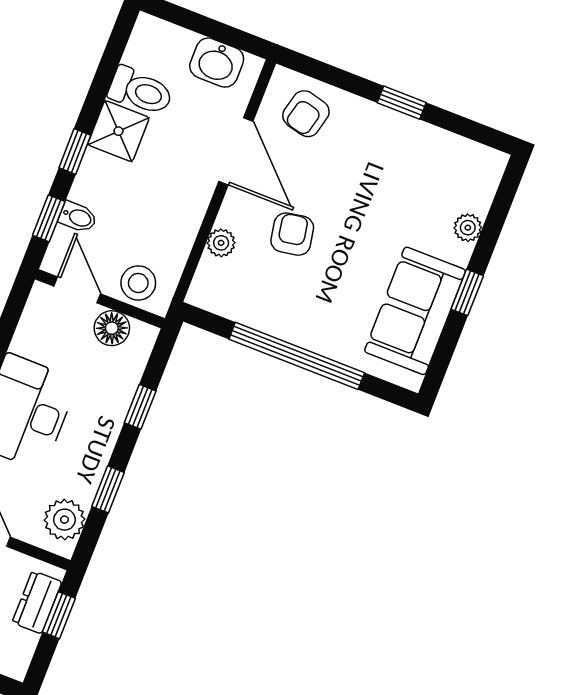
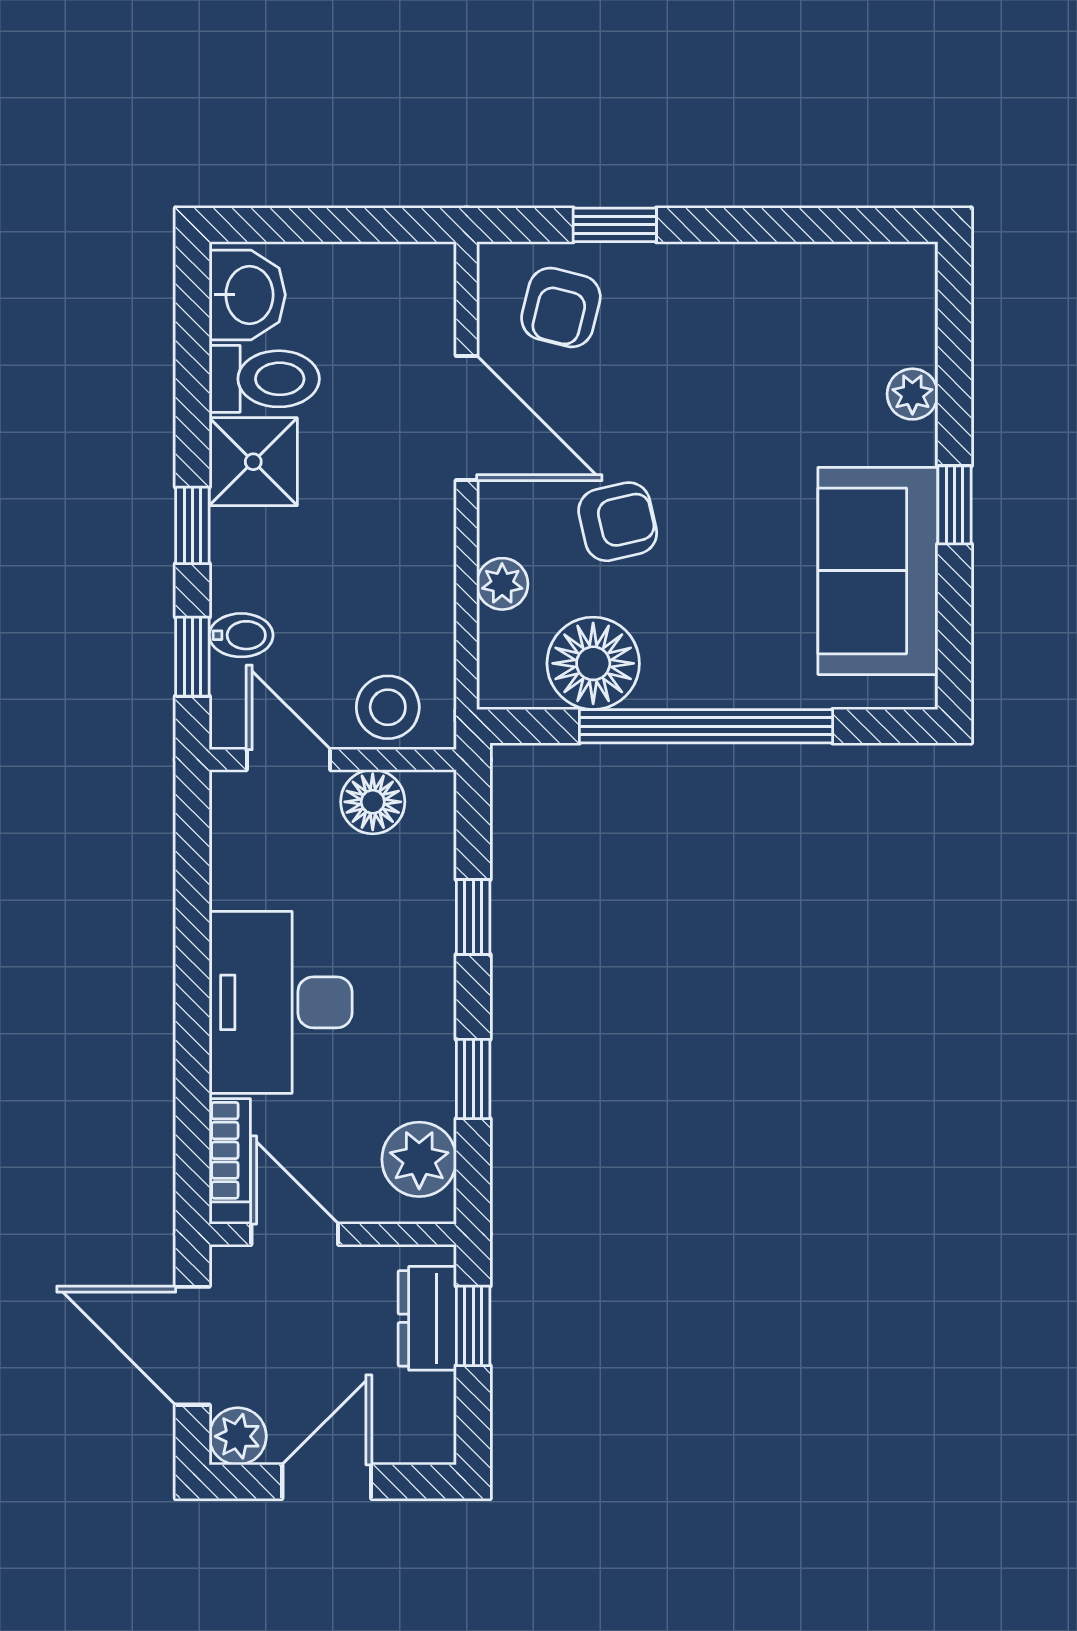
washbasin: (217, 63) -> (247, 295), moved, turned -90
window: (402, 103) -> (615, 225), moved
armchair: (292, 234) -> (618, 522), turned 87
floor lamp: (252, 301) -> (593, 663), added

